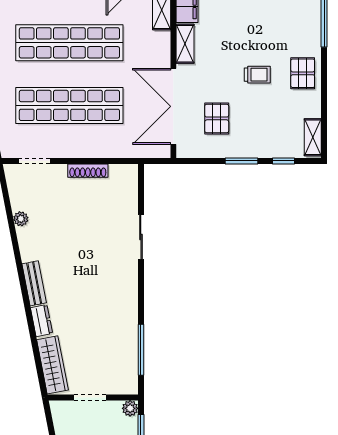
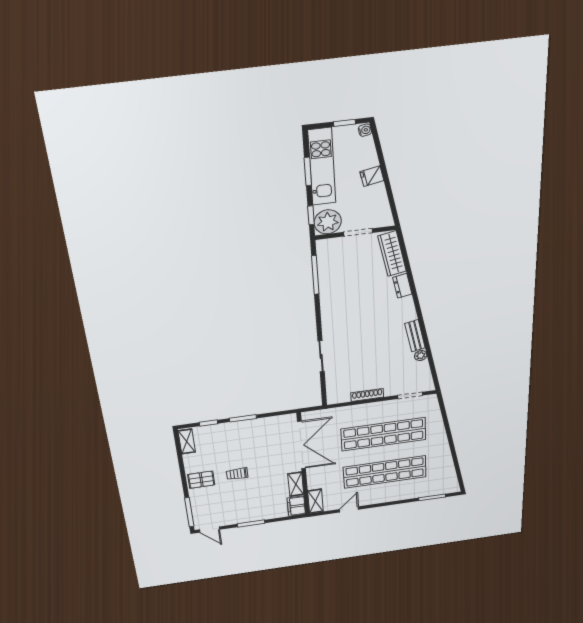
pallet: (303, 73) -> (201, 480), turned 90
pallet: (217, 118) -> (266, 442), removed
bench: (34, 283) -> (415, 336), moved
plant: (130, 408) -> (328, 222), width x1.87, depth x1.87

